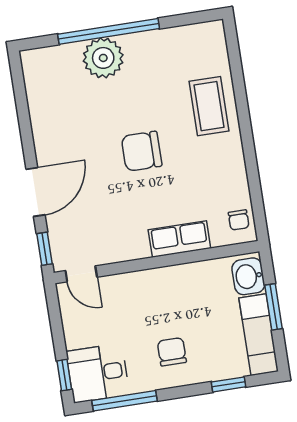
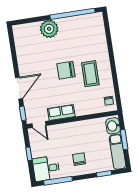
window: (109, 31) -> (73, 14), moved
coffee table: (209, 106) -> (90, 74), moved
row of seats: (179, 239) -> (61, 112), moved
window: (64, 375) -> (29, 154), moved

